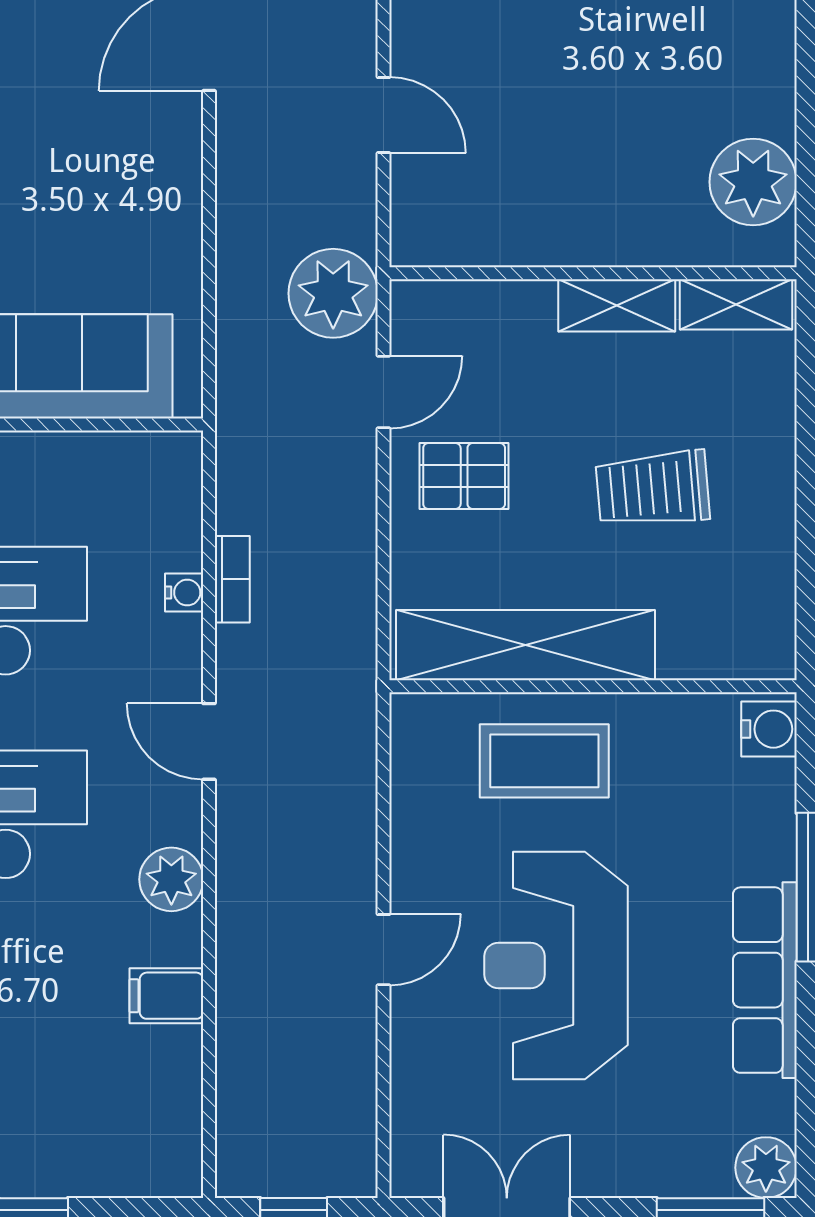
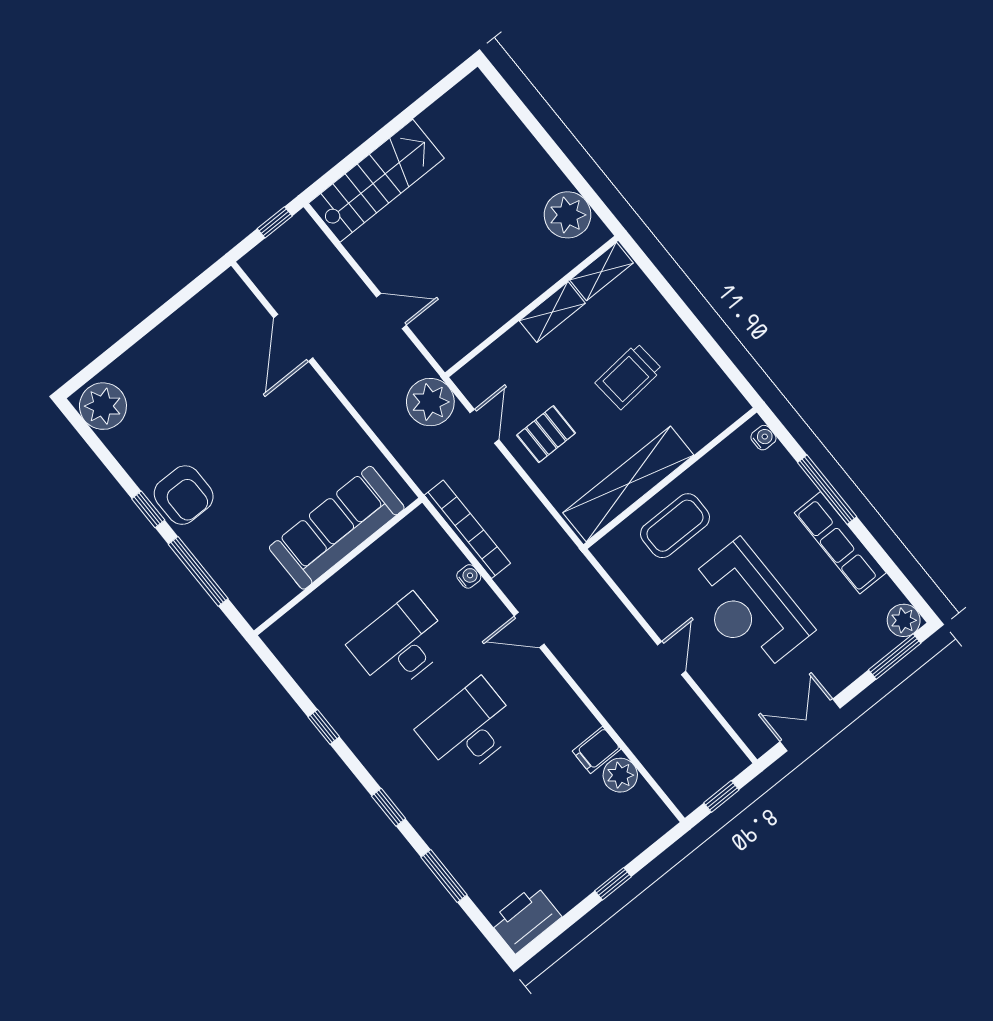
bookcase: (232, 579) -> (467, 529), width x2.31, depth x1.31
water cooler: (769, 729) -> (763, 438), width x0.72, depth x0.72
plant: (171, 879) -> (620, 775), moved

